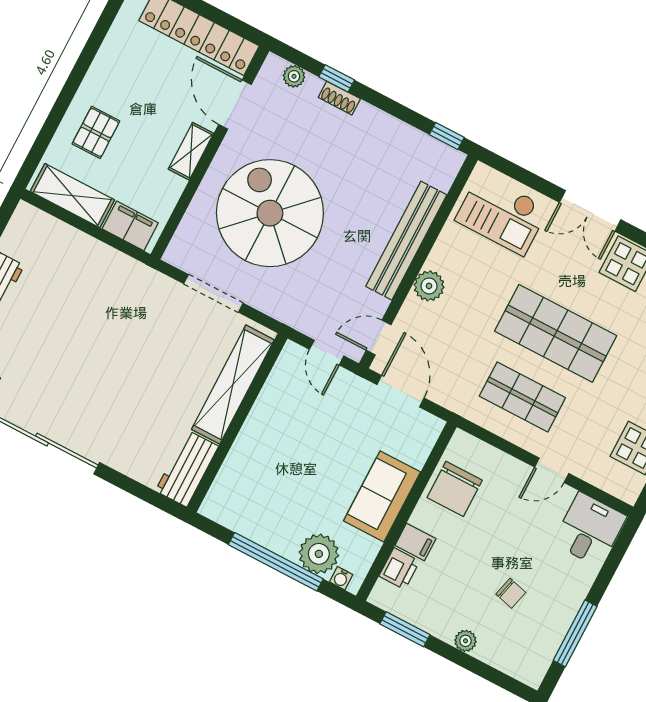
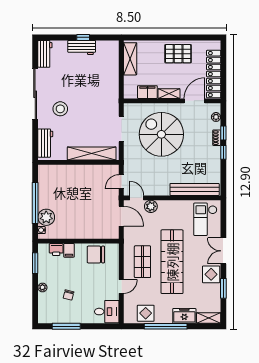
pallet: (96, 132) -> (178, 54), moved, width x1.50, depth x1.42
window: (447, 136) -> (223, 152), moved
spiral stairs: (270, 213) -> (161, 134), turned -90
filing cabinet: (130, 226) -> (147, 92), moved, turned -90
bench: (406, 241) -> (195, 189), moved
plant: (429, 286) -> (151, 206), moved
shop shelf: (556, 333) -> (172, 262), width x1.40
door: (400, 391) -> (121, 216), hinge flipped
stool: (102, 402) -> (60, 109), added
workbench: (187, 469) -> (45, 143), moved, turned 90
door: (552, 470) -> (121, 286), swing flipped
sofa: (382, 496) -> (79, 229), removed

